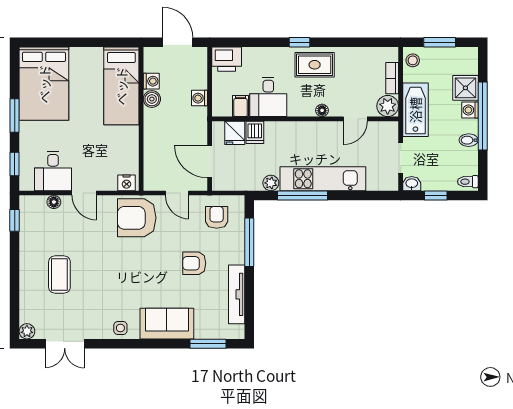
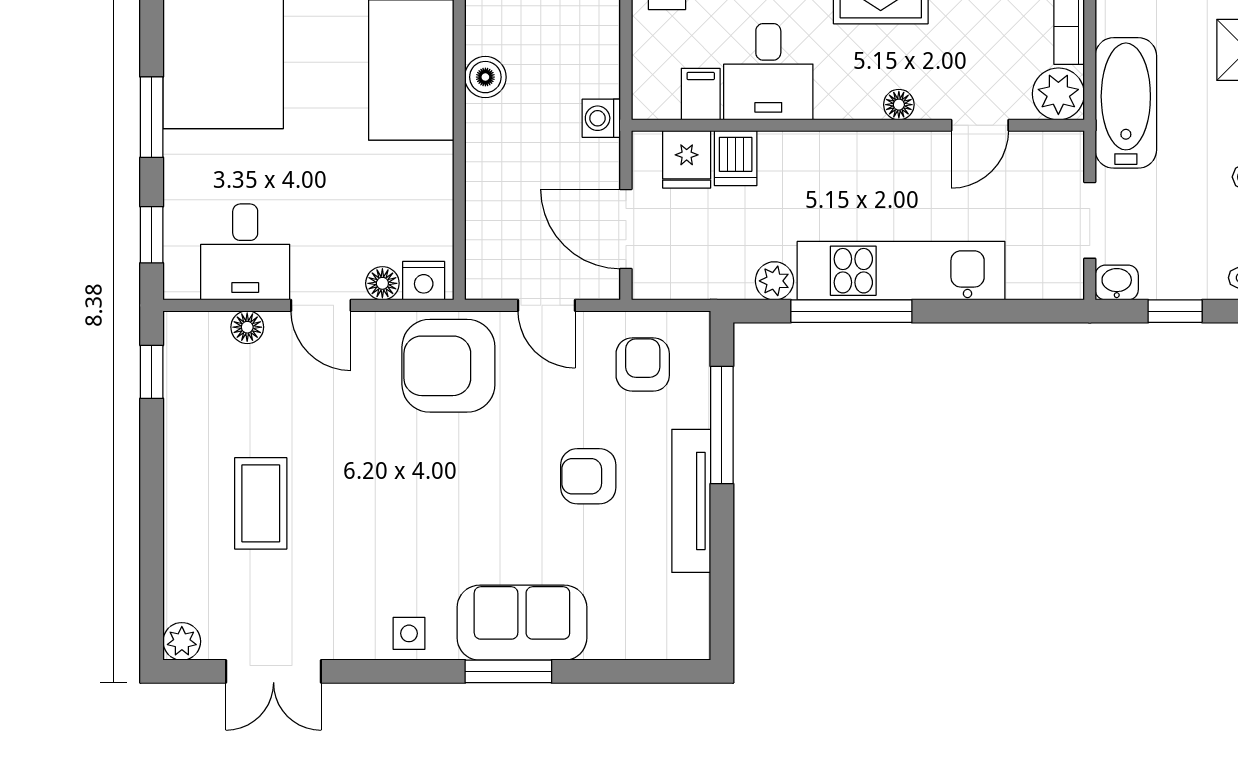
washing machine: (151, 81) -> (484, 33), removed
washing machine: (200, 98) -> (601, 118), moved
floor lamp: (109, 184) -> (382, 283), added
tv unit: (237, 294) -> (691, 501), moved
window: (208, 344) -> (508, 671), moved

